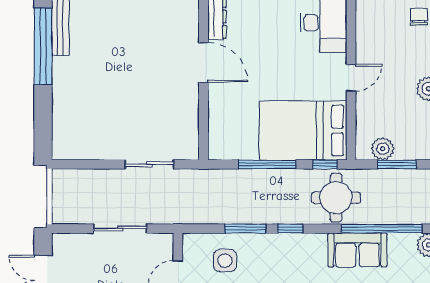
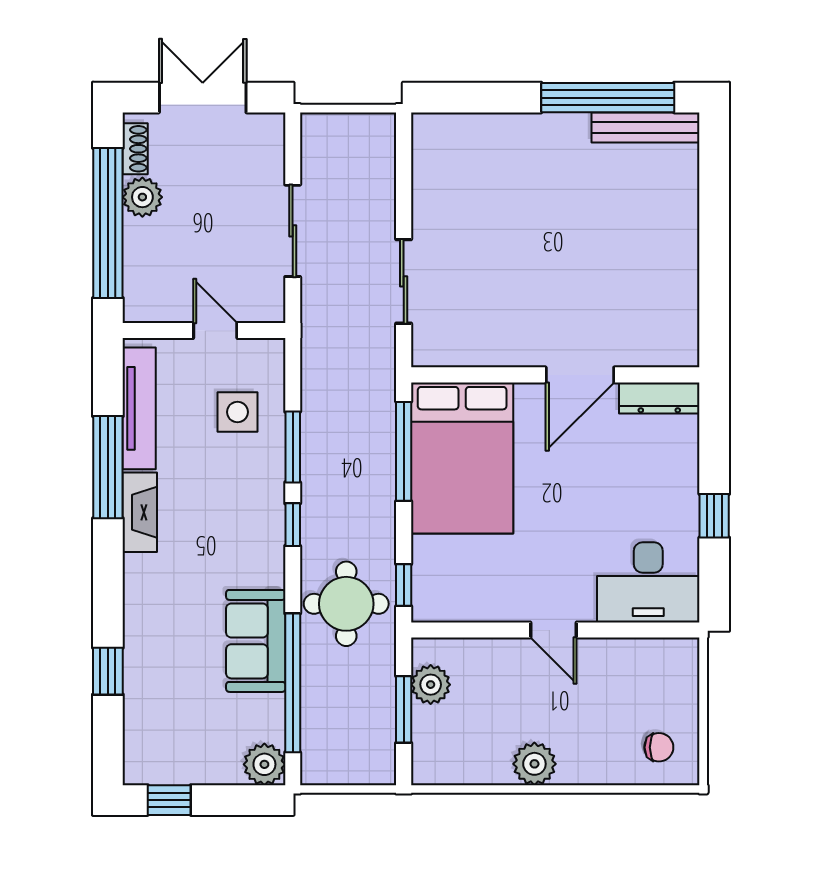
bed: (303, 131) -> (462, 458), moved, turned 180
window: (267, 164) -> (404, 451), moved

